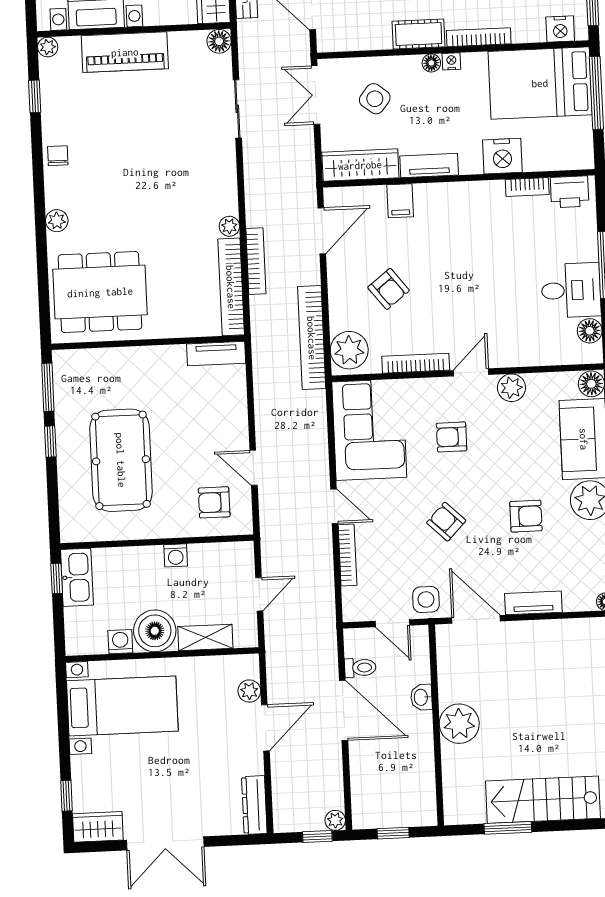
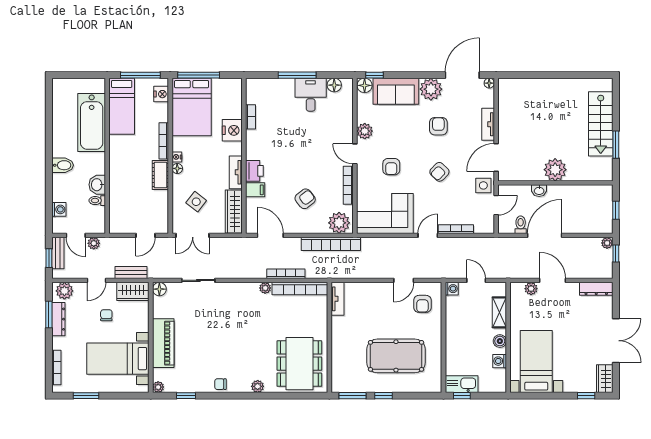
printer: (570, 192) -> (254, 171), moved
washing machine: (176, 555) -> (452, 289), moved
boiler: (155, 631) -> (500, 341), width x0.54, depth x0.54

